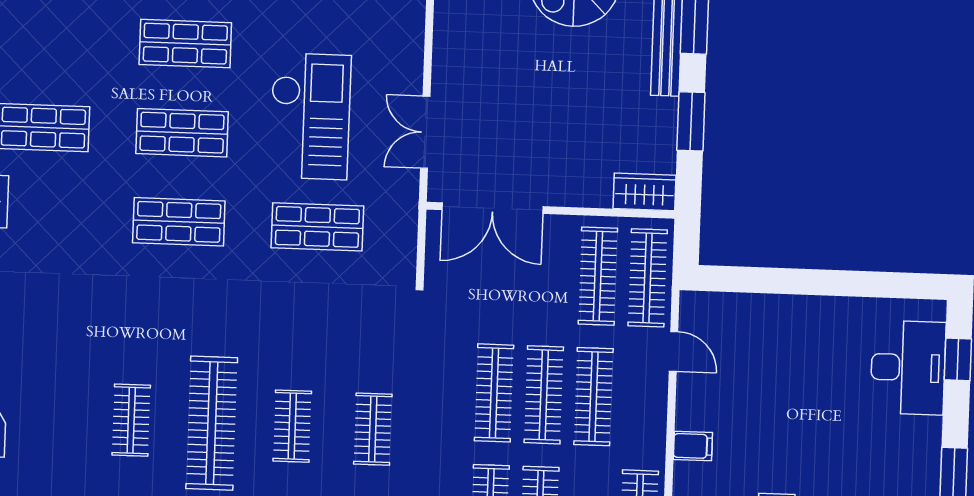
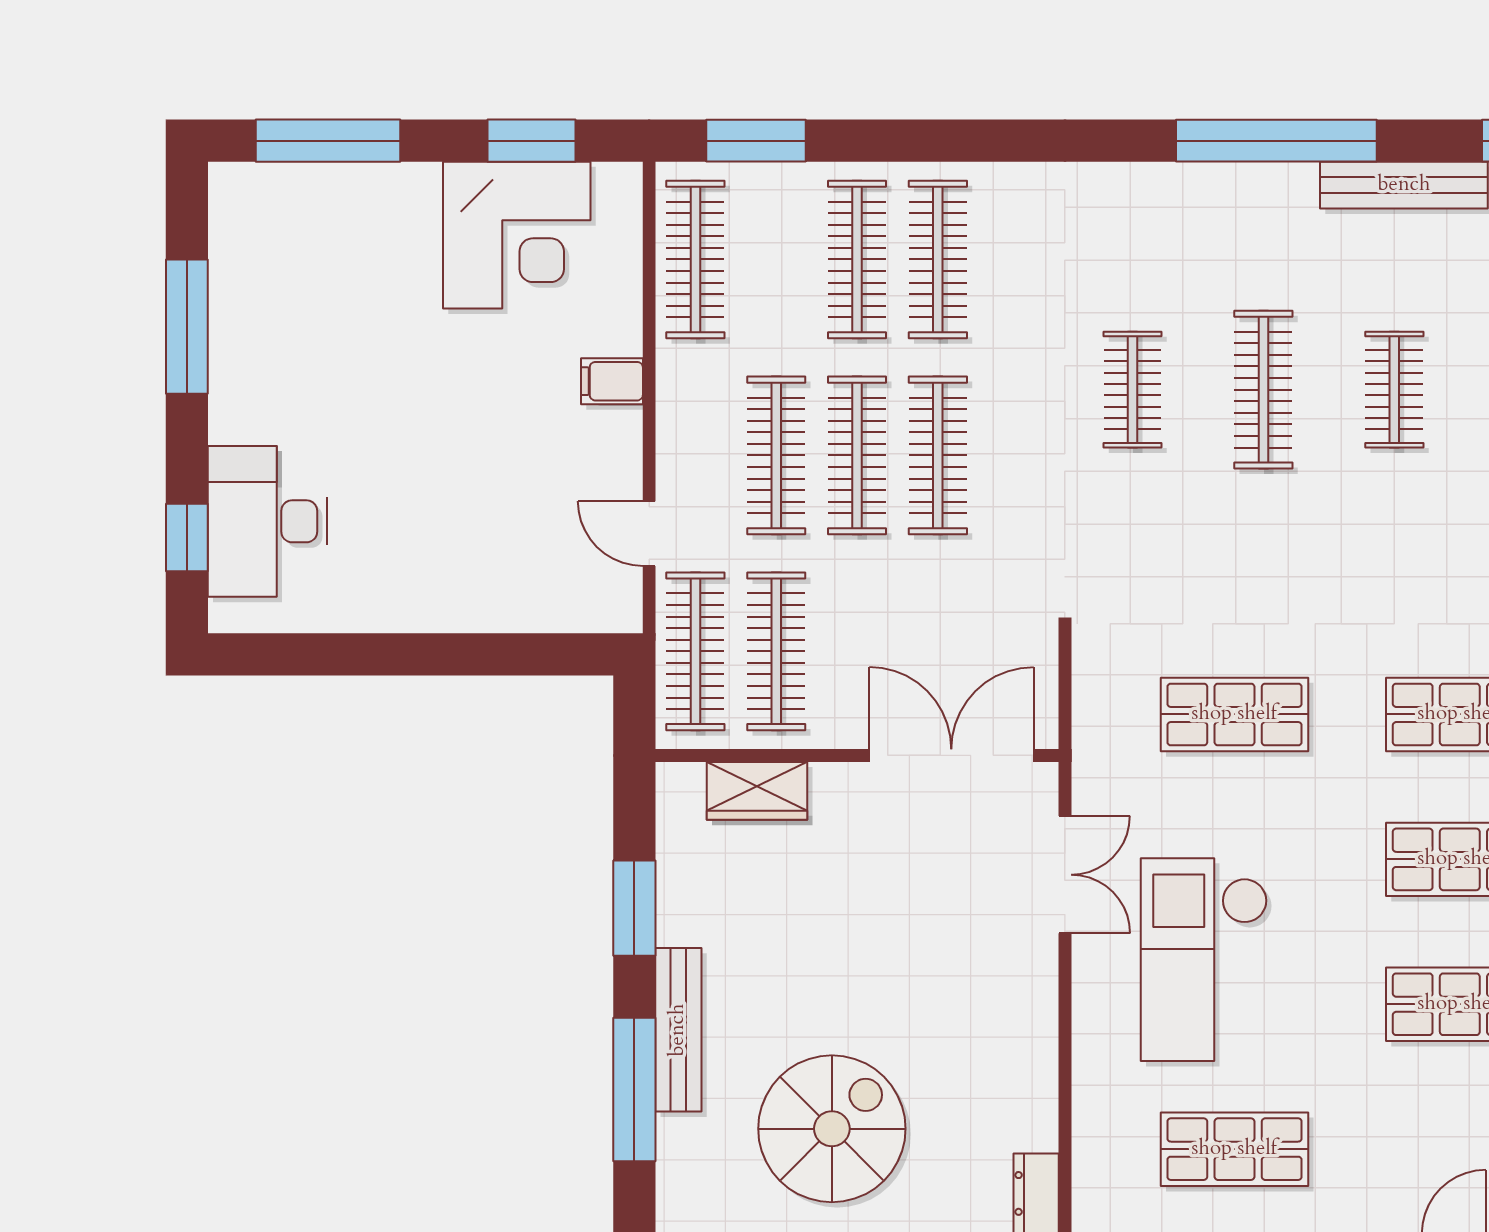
checkout: (310, 116) -> (1204, 960), moved
wardrobe: (645, 192) -> (757, 791), moved
clothes rail: (212, 423) -> (1394, 390), width x0.54, depth x0.76
clothes rail: (292, 426) -> (1263, 390), width x1.36

